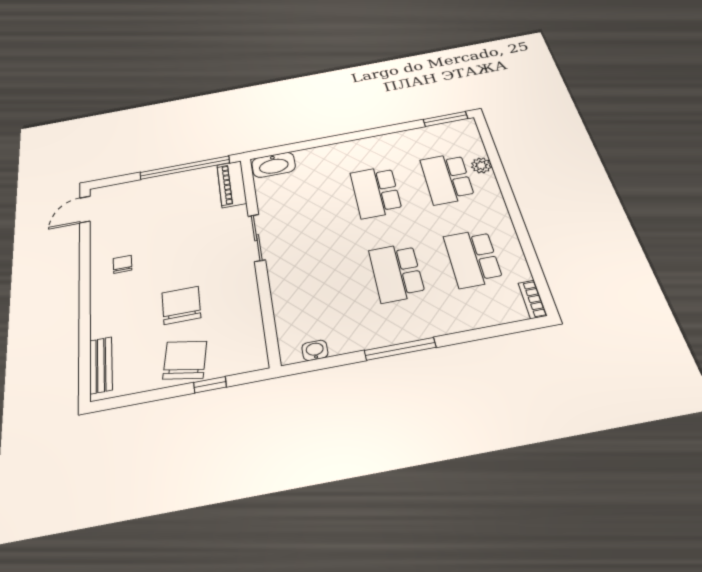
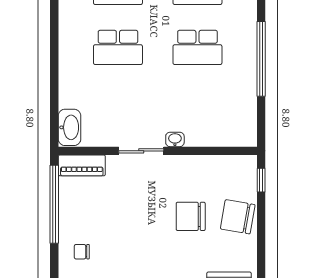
chair: (123, 264) -> (82, 252), moved
window: (400, 349) -> (261, 59), width x1.46
washbasin: (315, 350) -> (175, 139), moved, turned 90
window: (210, 385) -> (261, 180), moved

